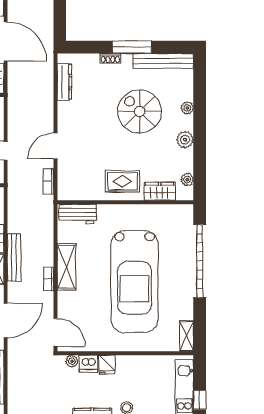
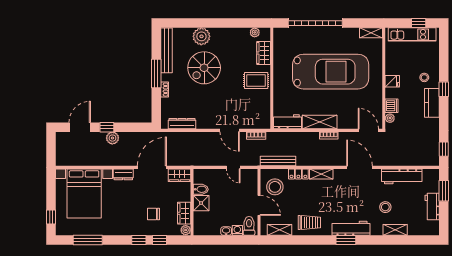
plant: (187, 108) -> (201, 36), width x1.88, depth x1.88
plant: (185, 140) -> (225, 34), removed
rug: (122, 181) -> (256, 81), turned 90
workbench: (78, 214) -> (288, 122), moved, turned -90
bench: (14, 257) -> (278, 161), moved
door: (55, 332) -> (368, 130), hinge flipped
fridge: (107, 365) -> (392, 81), moved

